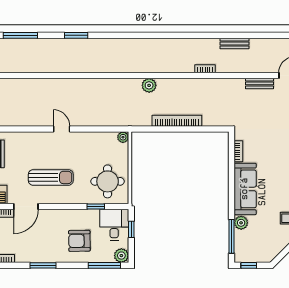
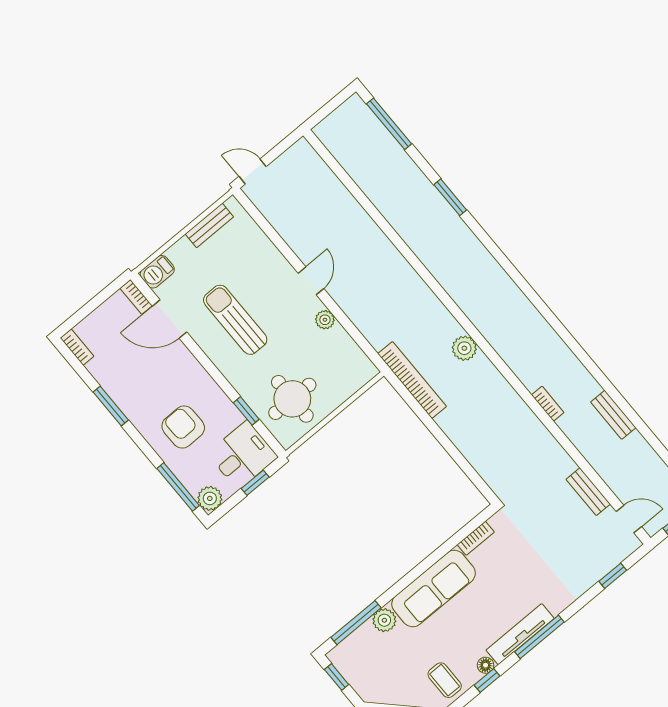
bookcase: (177, 121) -> (412, 380), moved
plant: (123, 137) -> (325, 320), moved
sun lounger: (51, 177) -> (235, 320), turned 180

